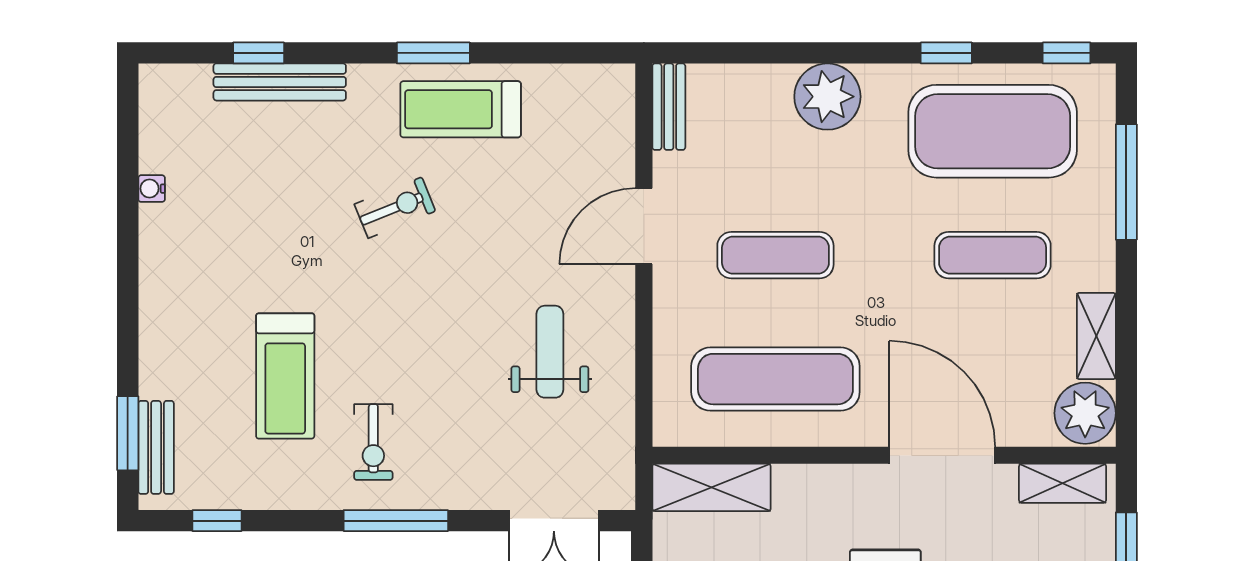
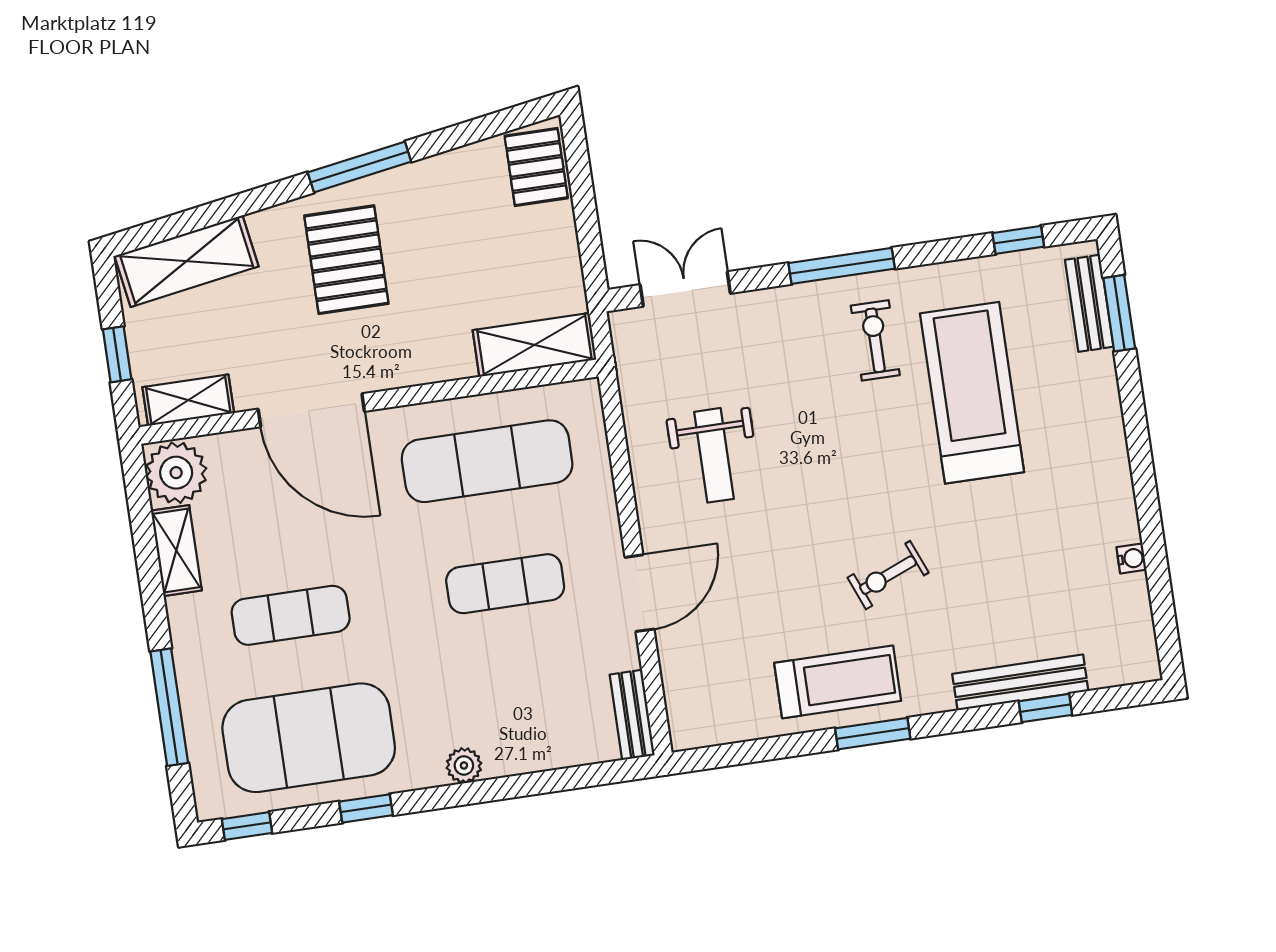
plant: (827, 97) -> (464, 765), width x0.53, depth x0.53
treadmill: (285, 376) -> (972, 393), width x1.37, depth x1.38

